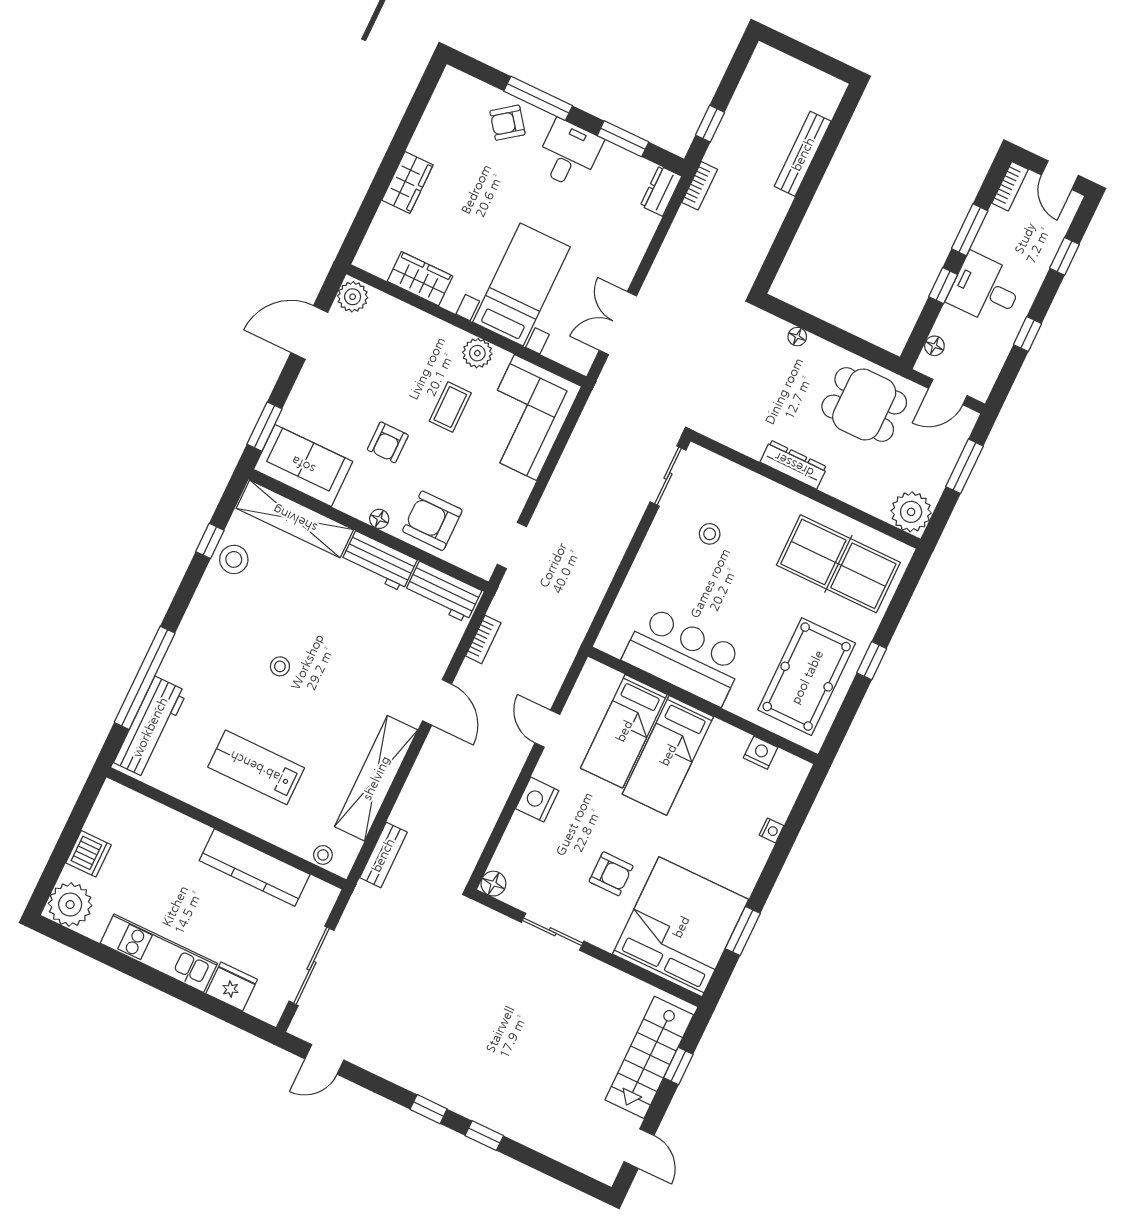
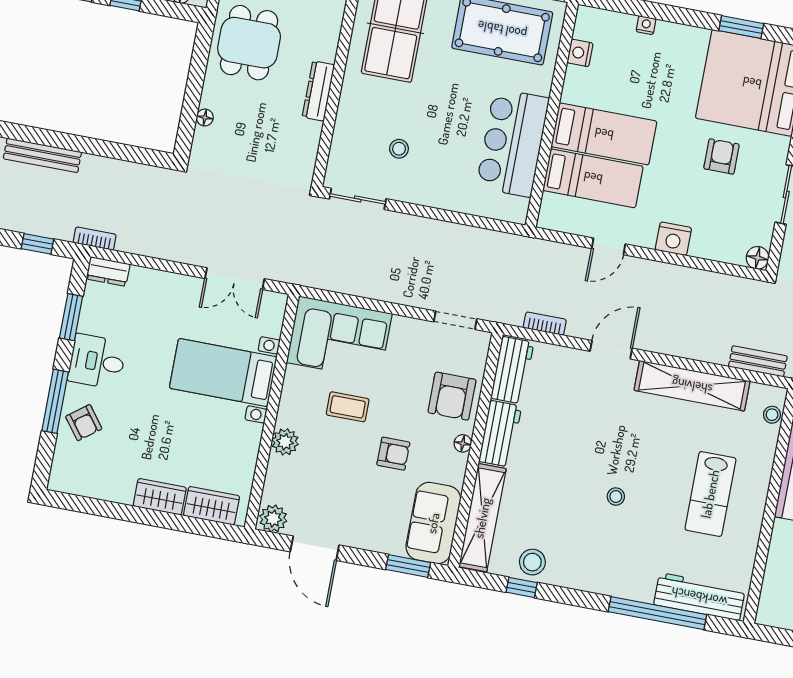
wardrobe: (420, 279) -> (211, 506), moved, turned 90
plant: (477, 353) -> (285, 442), moved

